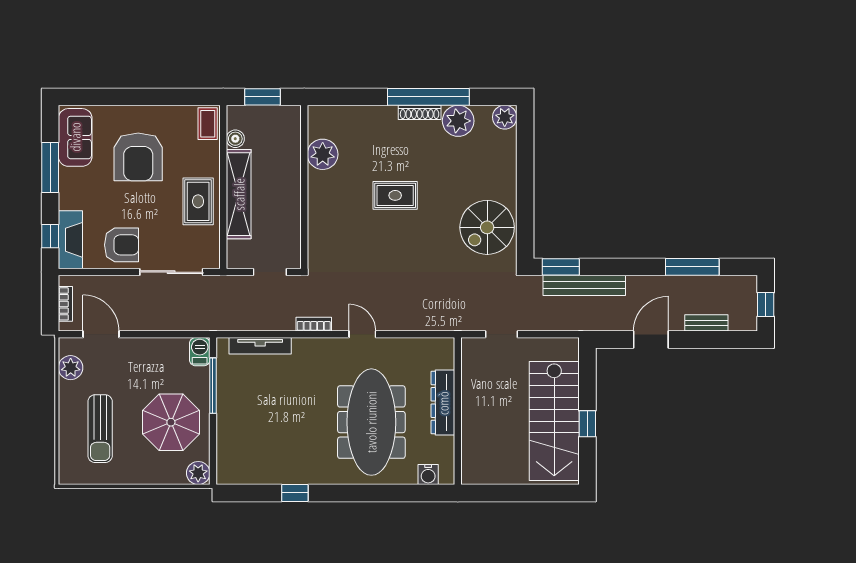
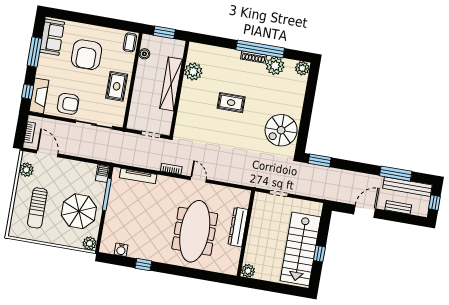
shelving: (239, 194) -> (171, 84), moved
bench: (584, 285) -> (407, 187), moved
plant: (472, 473) -> (248, 271), added
water cooler: (428, 475) -> (121, 250), moved

